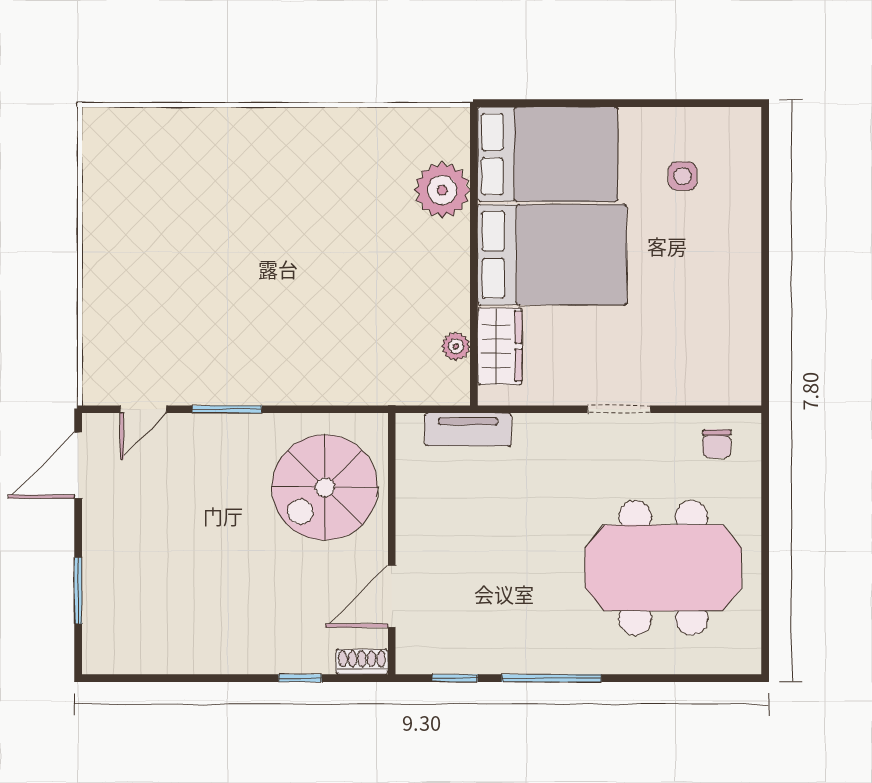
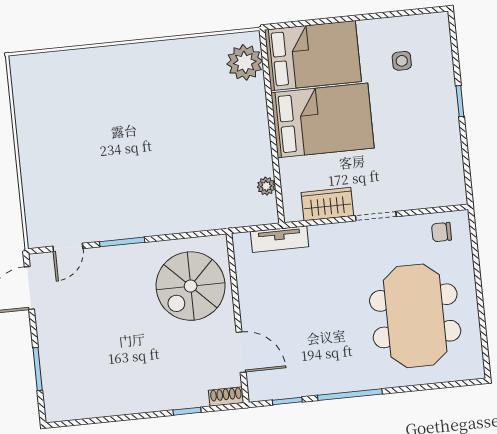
plant: (442, 190) -> (245, 62), moved
window: (765, 246) -> (460, 101), added
wardrobe: (500, 346) -> (327, 204), moved, turned -90
chair: (717, 444) -> (442, 232), turned 90
meeting table: (663, 568) -> (415, 316), turned 90
door: (392, 596) -> (241, 352), swing flipped

